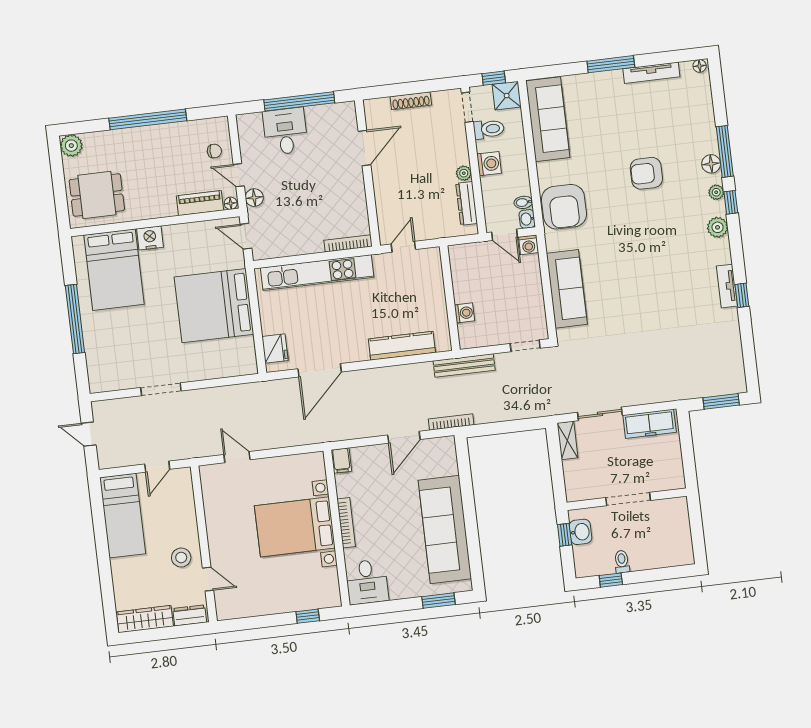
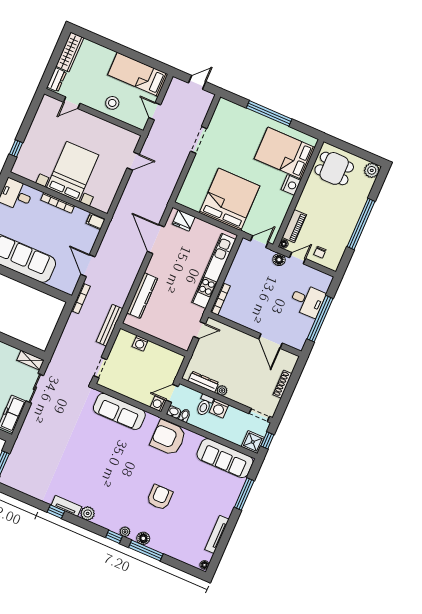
window: (611, 64) -> (244, 494), moved
toilet: (489, 129) -> (205, 405), moved
dining table: (97, 195) -> (334, 168), turned 90
plant: (718, 227) -> (88, 513), moved
door: (403, 247) -> (200, 330), hinge flipped
stool: (181, 558) -> (112, 103), moved

